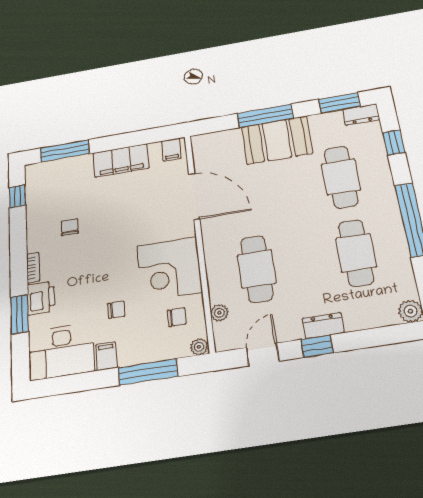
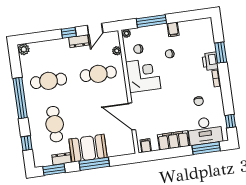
dresser: (361, 114) -> (61, 159), moved
cafe table: (356, 253) -> (49, 81), turned 90
cafe table: (257, 269) -> (98, 74), turned 90
dresser: (323, 326) -> (79, 41), moved
desk: (62, 351) -> (205, 131), moved, turned 180

